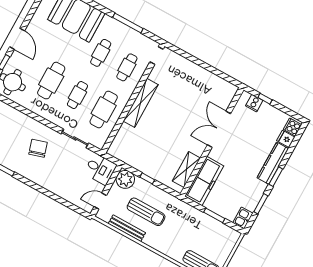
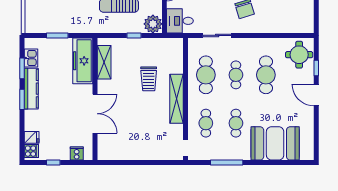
window: (265, 99) -> (53, 163), moved
trolley: (155, 133) -> (149, 79), added
kitchen counter: (273, 163) -> (31, 89), moved
kitchen sink: (243, 218) -> (31, 58), moved

